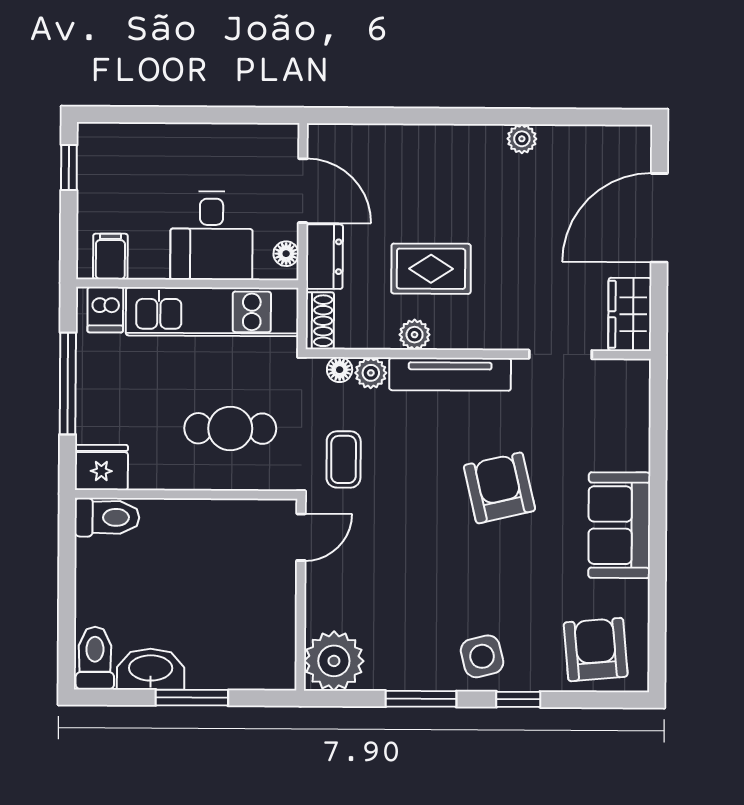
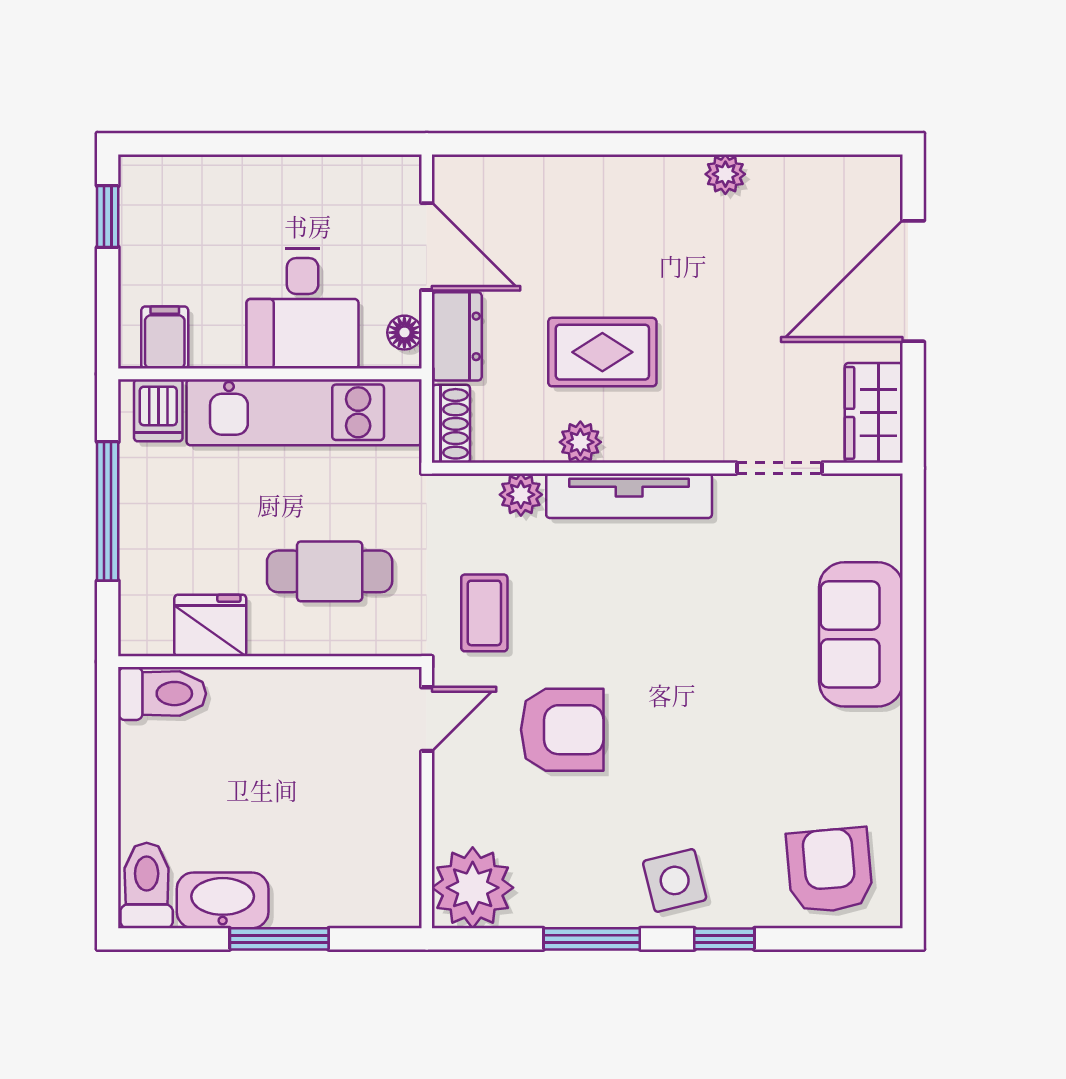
floor lamp: (340, 370) -> (478, 490), removed
fridge: (101, 467) -> (210, 625), moved
armchair: (499, 488) -> (562, 730), moved, turned 103
sofa: (619, 525) -> (861, 634), moved

